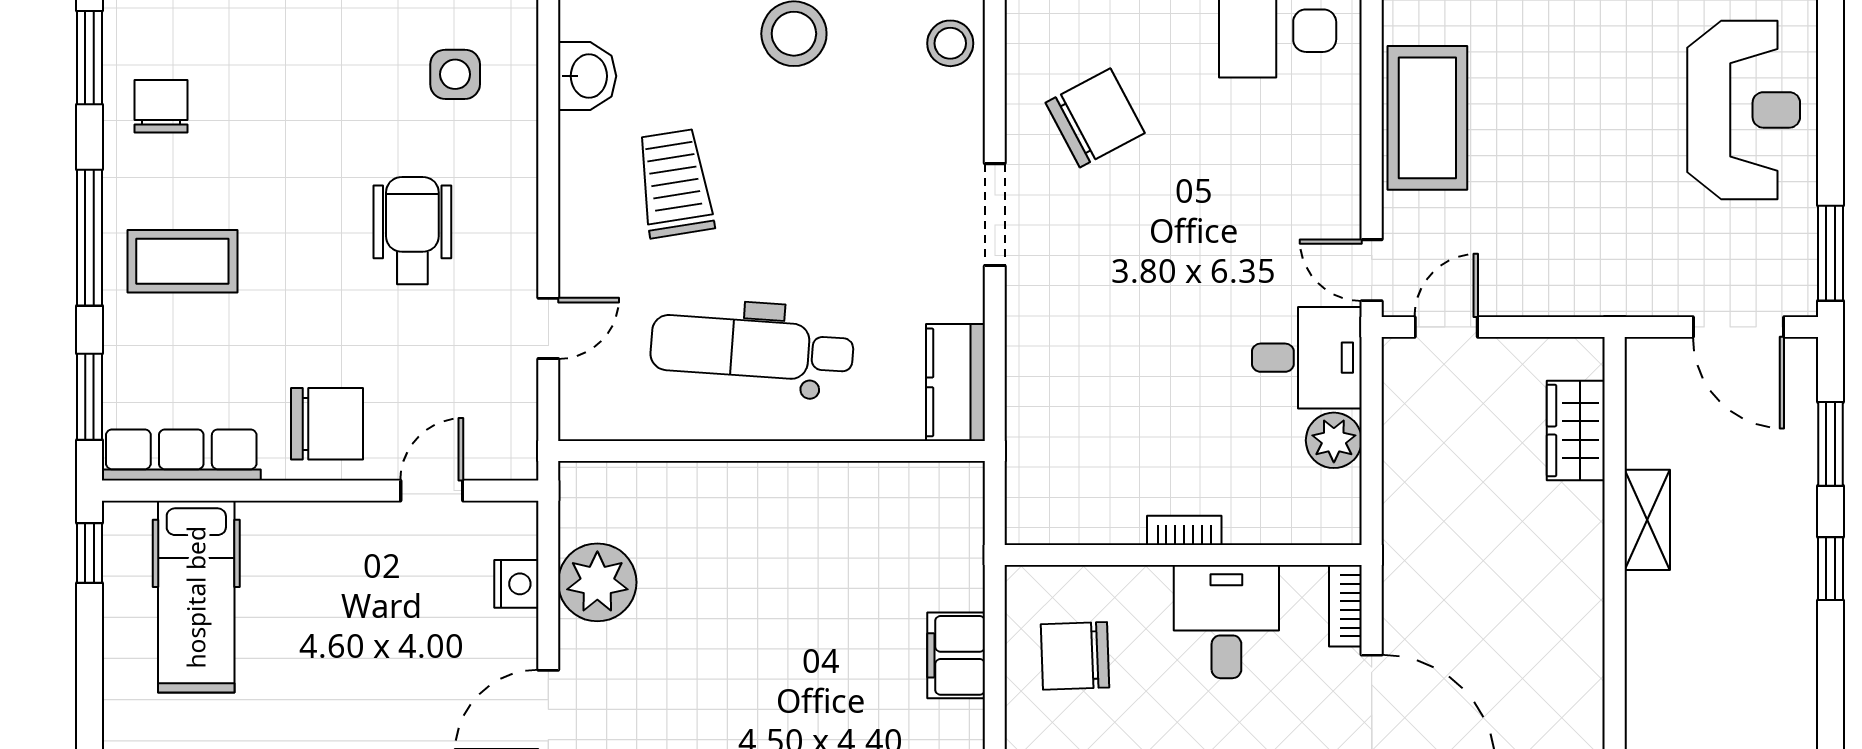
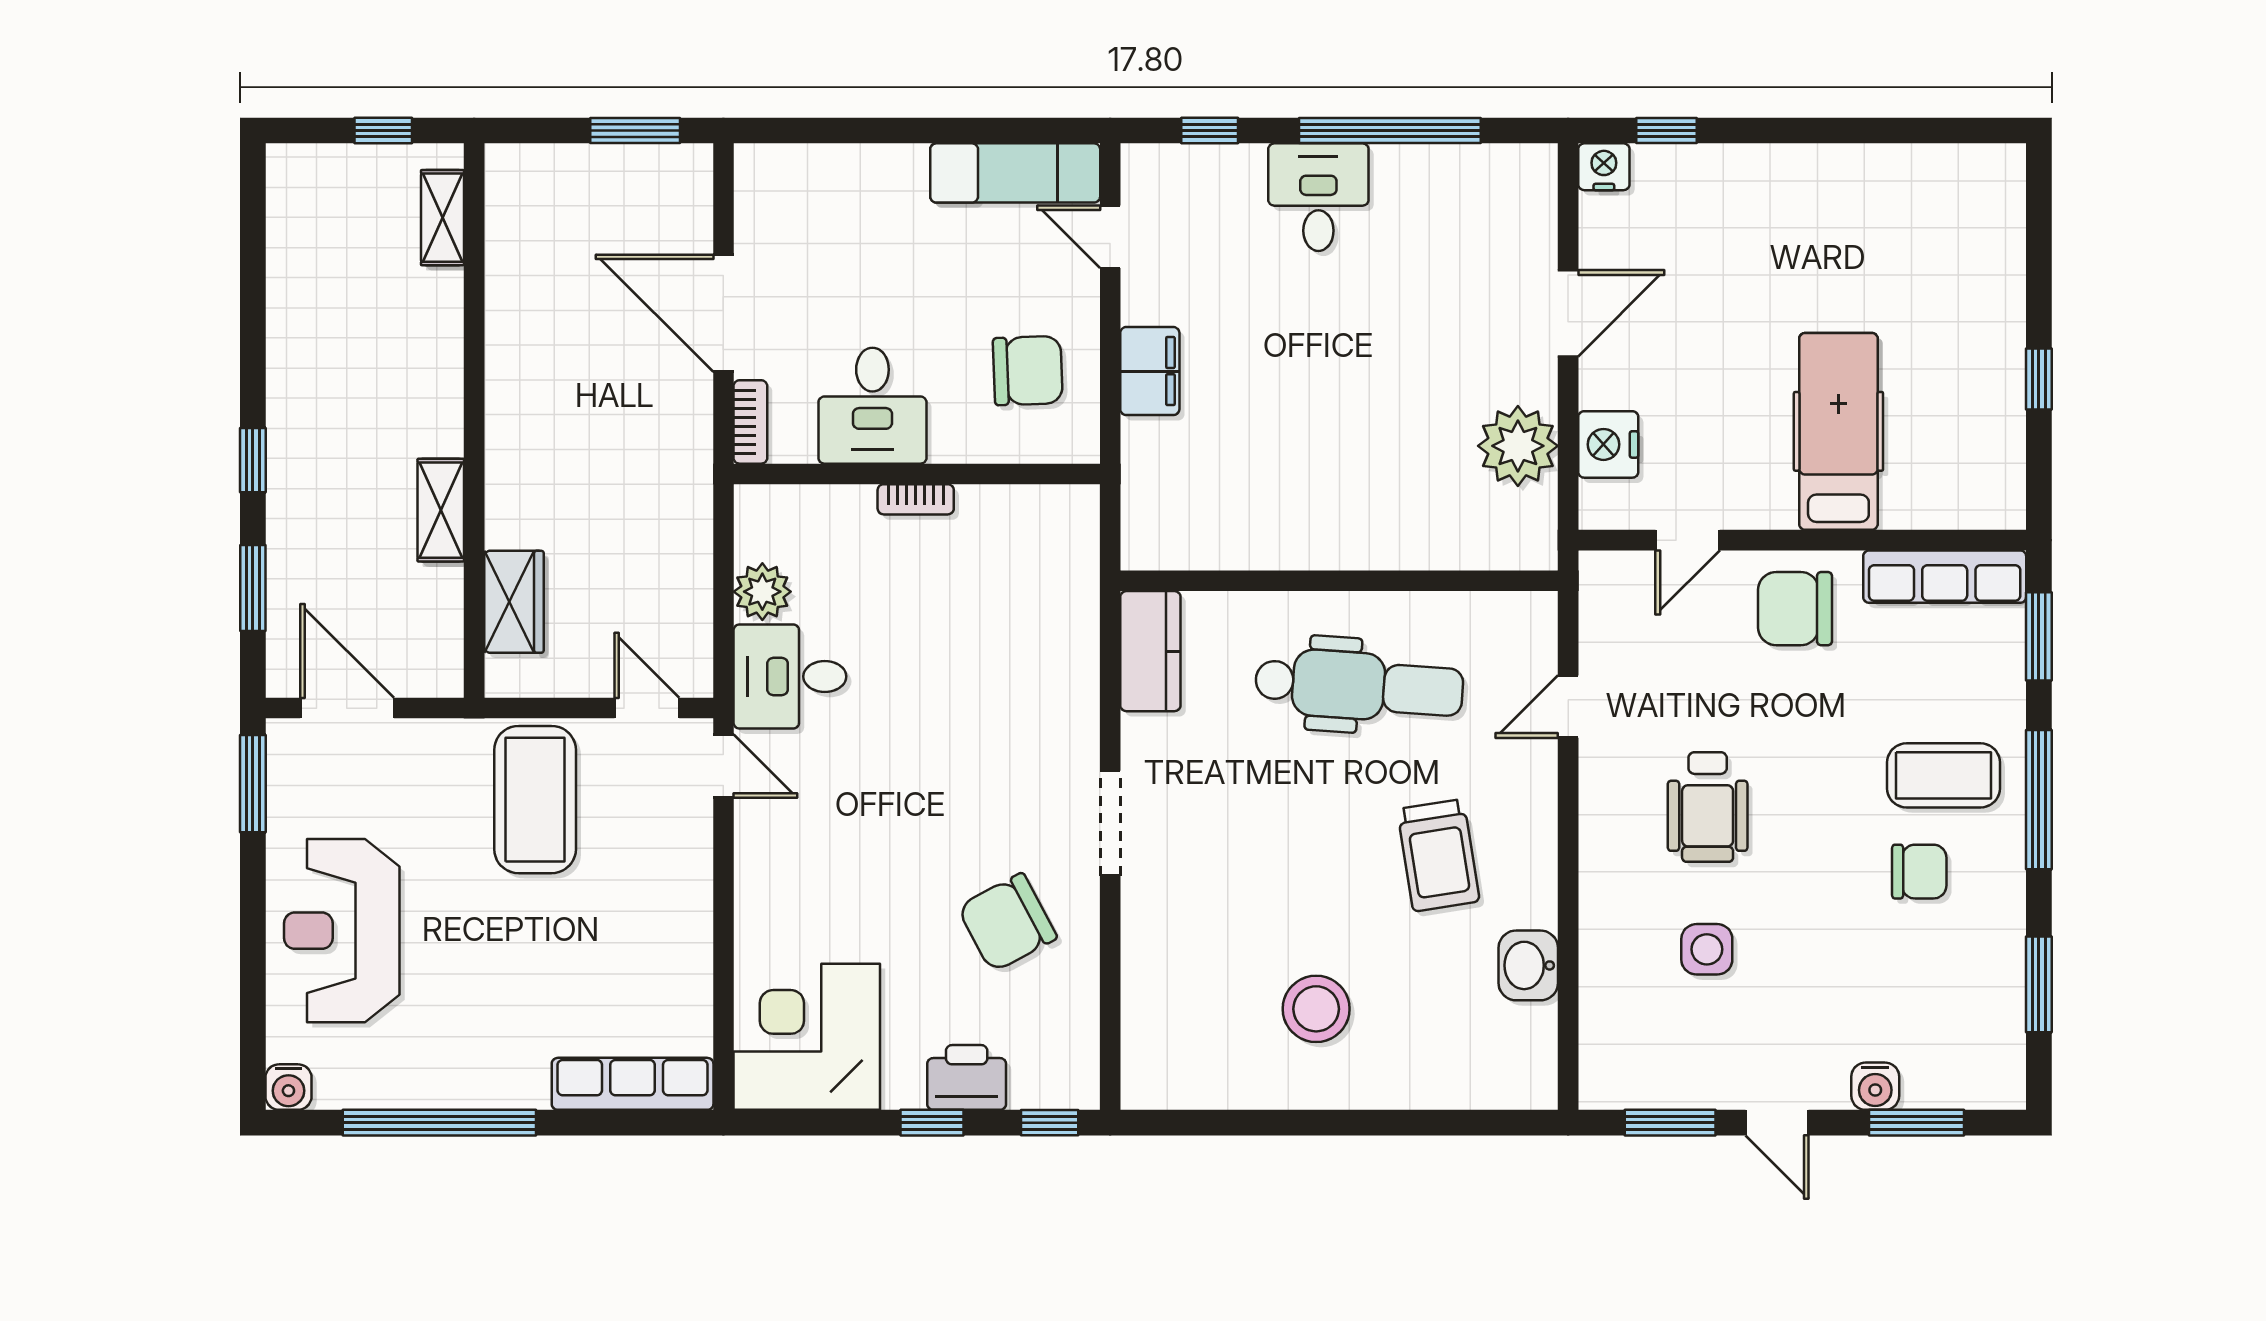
stool: (950, 43) -> (1156, 999), removed
side table: (455, 74) -> (1707, 949), moved
chair: (161, 106) -> (1919, 872), moved, turned -90
coffee table: (1427, 118) -> (535, 800), moved
door: (1446, 327) -> (647, 708), swing flipped
window: (90, 553) -> (2039, 379), moved
nightstand: (516, 584) -> (1608, 444), width x1.36, depth x1.33
hospital bed: (196, 597) -> (1838, 431), moved

